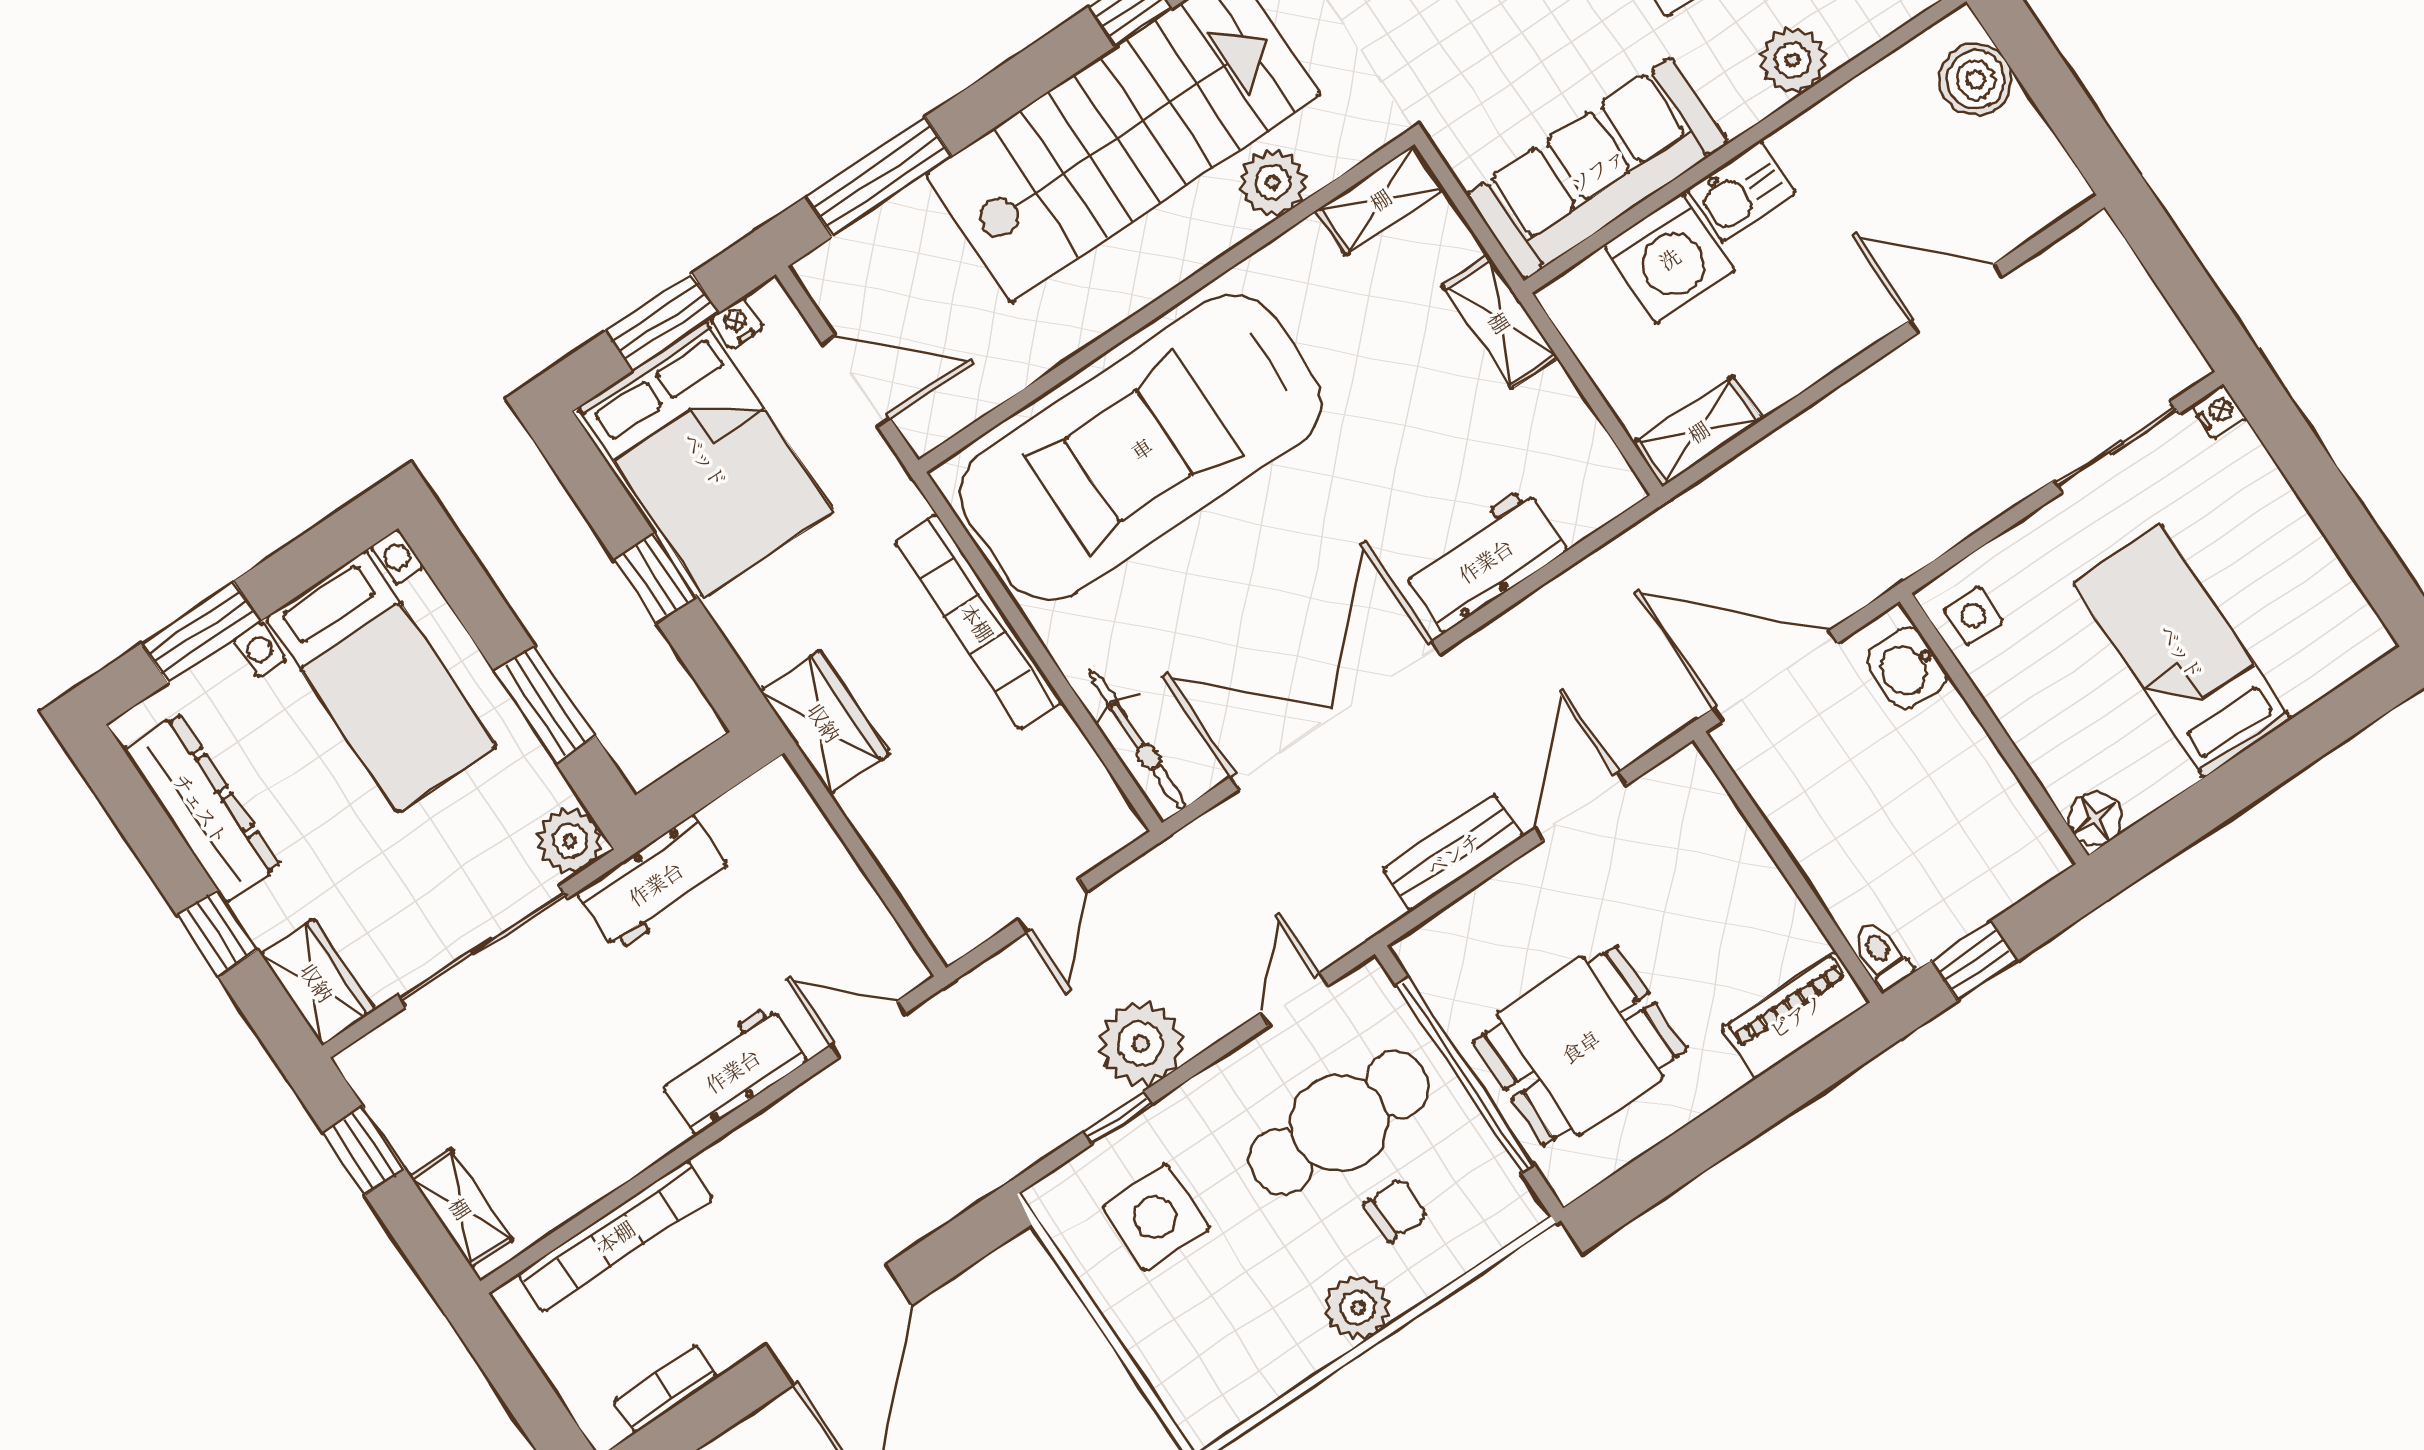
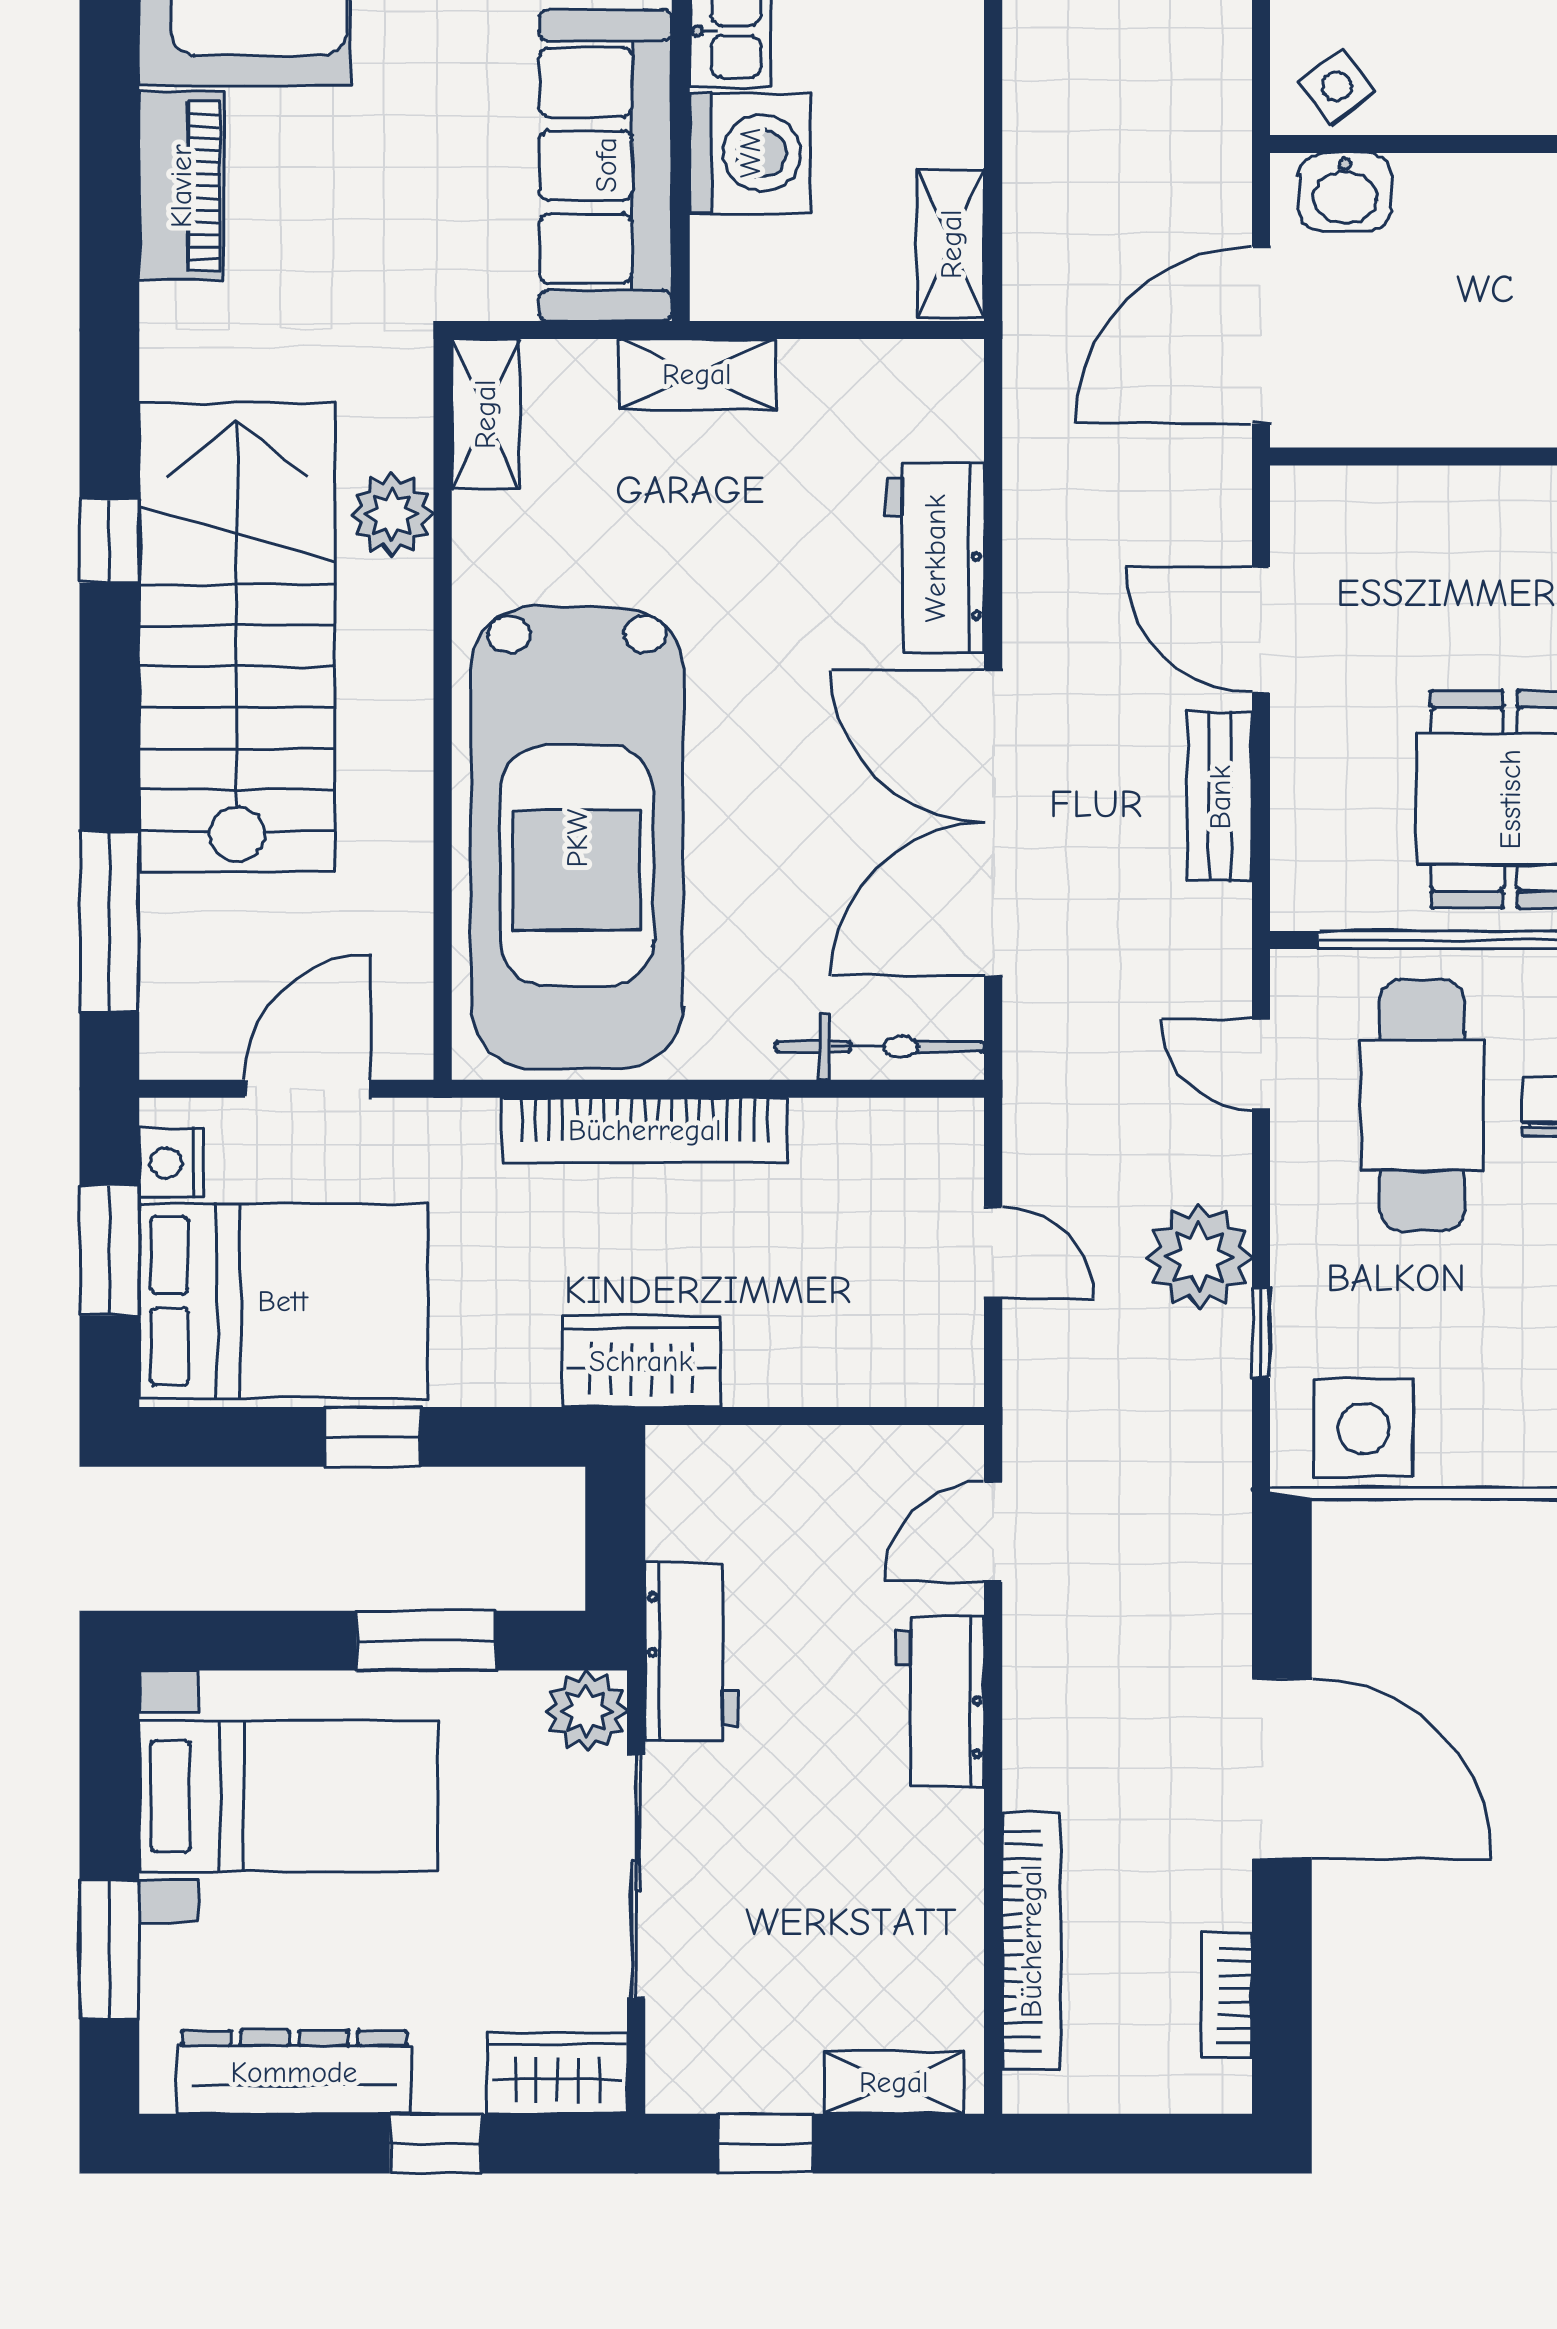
nightstand: (737, 323) -> (171, 1163), width x1.39, depth x1.35
side table: (1973, 616) -> (1337, 87), turned -37
side table: (1155, 1217) -> (1364, 1428), moved

